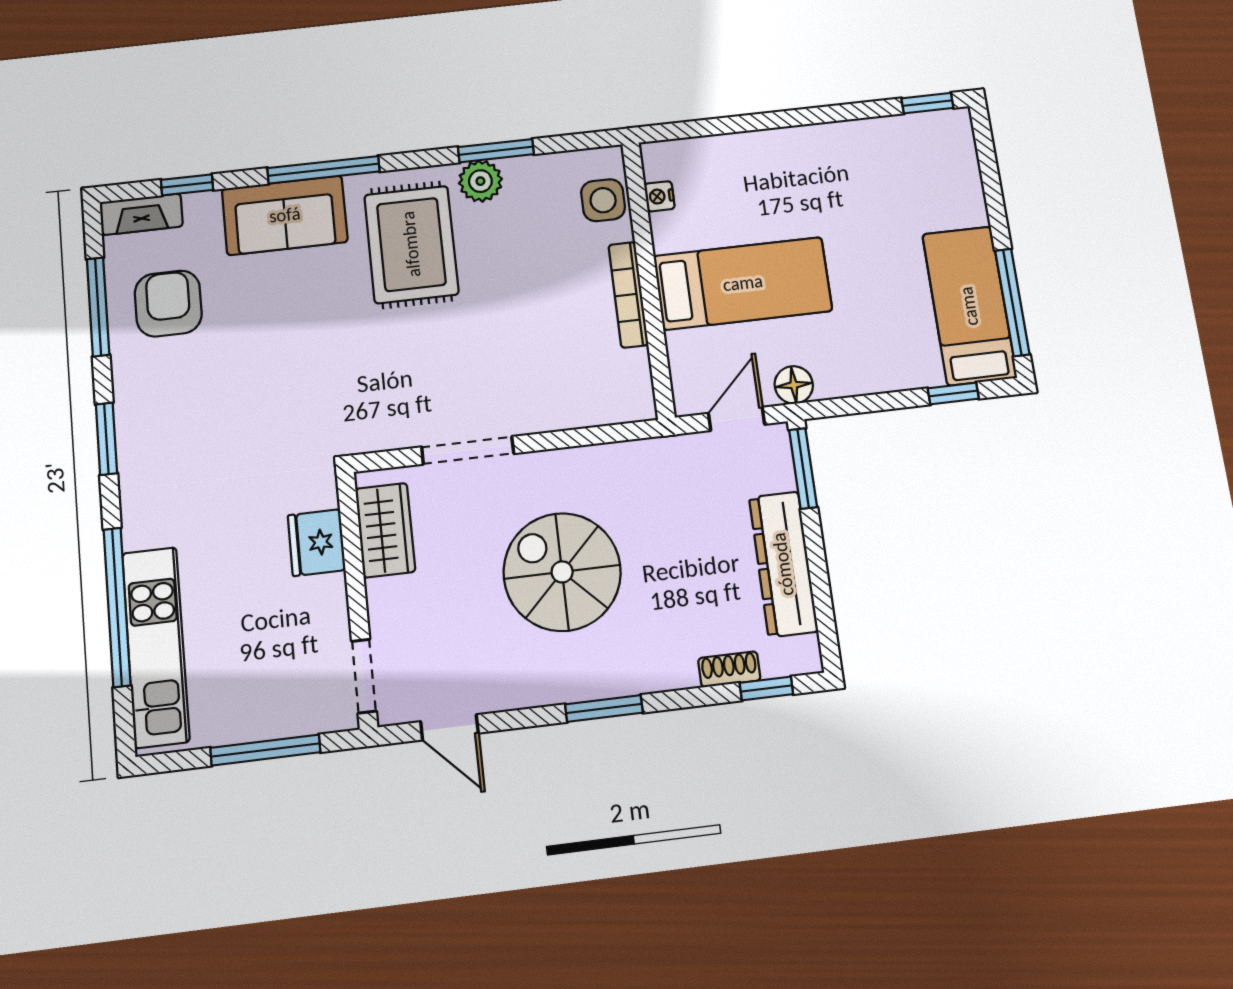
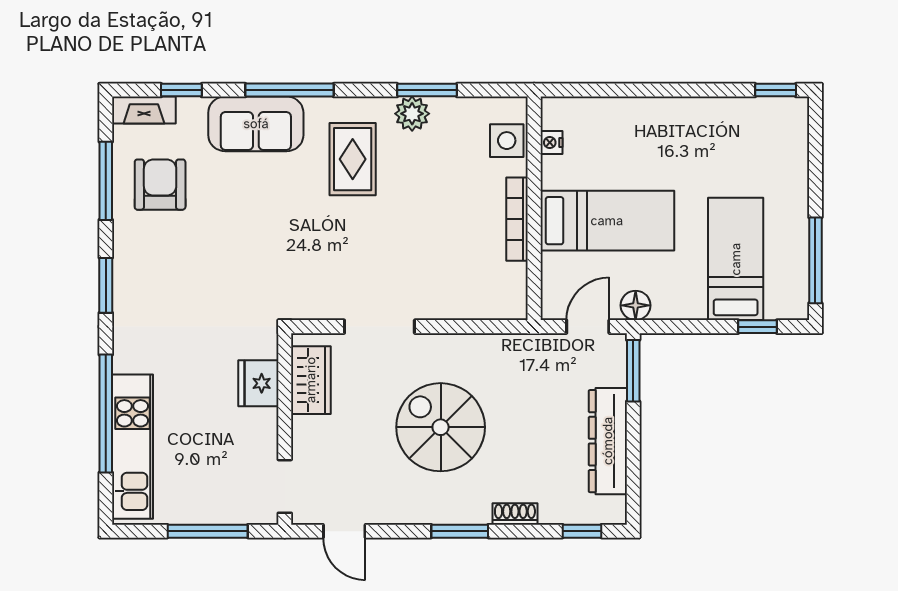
rug: (411, 244) -> (353, 159), width x0.73, depth x0.70
bed: (969, 306) -> (736, 259), moved
shoe rack: (729, 669) -> (515, 514), moved

